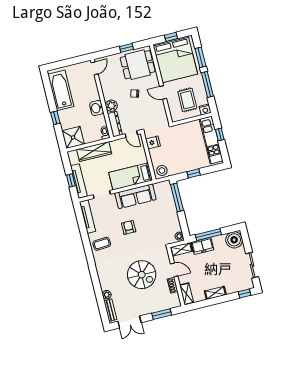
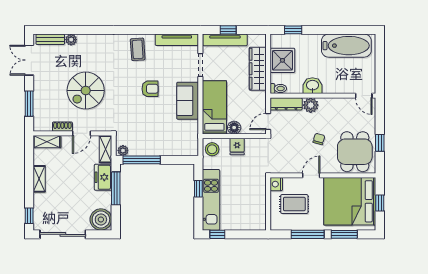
nightstand: (205, 110) -> (276, 184), moved
window: (55, 118) -> (293, 30), moved
window: (220, 134) -> (217, 234), moved
shower: (73, 137) -> (282, 60), moved
kitchen unit: (211, 140) -> (211, 200), moved, turned 90
fridge: (153, 142) -> (237, 147), moved
floor lamp: (142, 158) -> (234, 128), added
sofa: (136, 196) -> (188, 101), width x0.73
window: (177, 197) -> (142, 160), moved
sliding door: (252, 265) -> (63, 234), width x1.37

